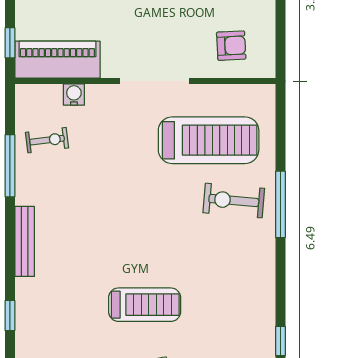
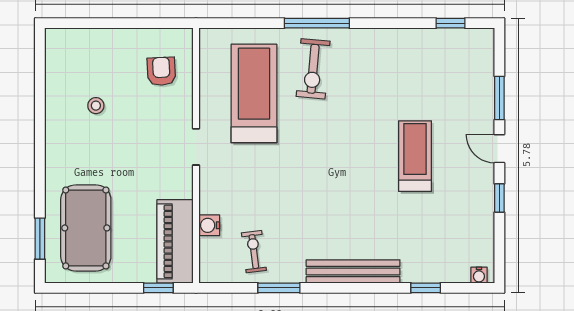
doorway: (154, 81) -> (196, 147), width x0.53
window: (10, 166) -> (279, 288), width x0.69
bench: (25, 241) -> (353, 272), width x1.37, depth x1.21

